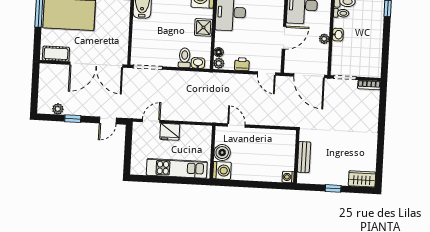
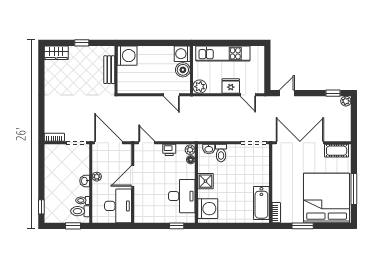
plant: (58, 109) -> (346, 101), moved
window: (73, 119) -> (333, 93), moved
door: (151, 121) -> (248, 95), hinge flipped
plant: (204, 133) -> (200, 87), added
washing machine: (288, 177) -> (127, 56), width x1.89, depth x1.89

